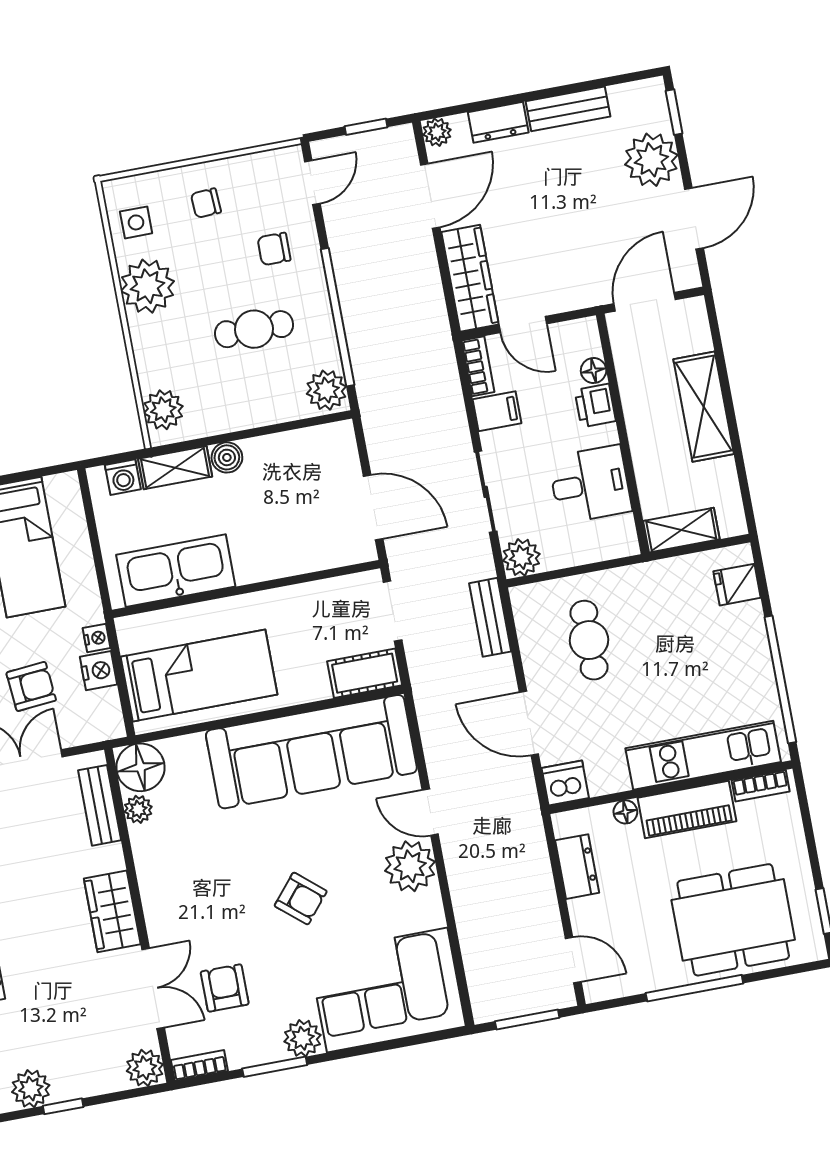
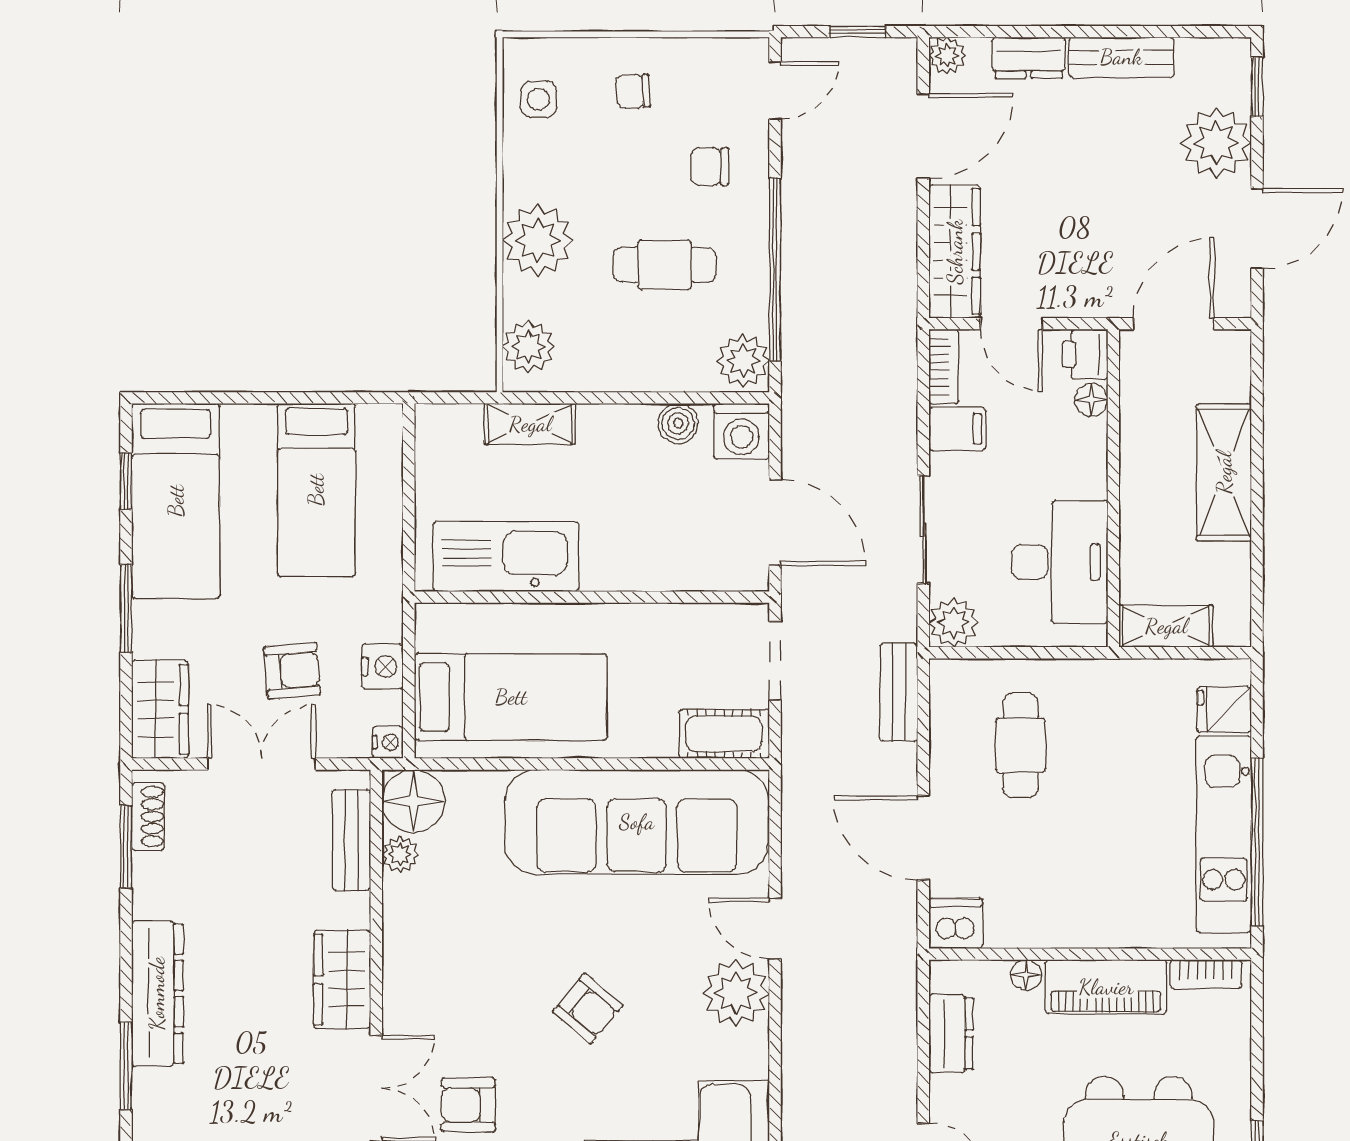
plant: (147, 286) -> (538, 240), moved
printer: (595, 406) -> (1085, 354), moved
boiler: (227, 457) -> (678, 423), moved
washing machine: (123, 477) -> (742, 431), moved, width x1.38, depth x1.38
desk: (590, 484) -> (1059, 562), width x1.37
nightstand: (97, 638) -> (388, 742), moved
kitchen unit: (703, 755) -> (1224, 834), moved, turned -90
armchair: (225, 988) -> (468, 1105), turned -90

